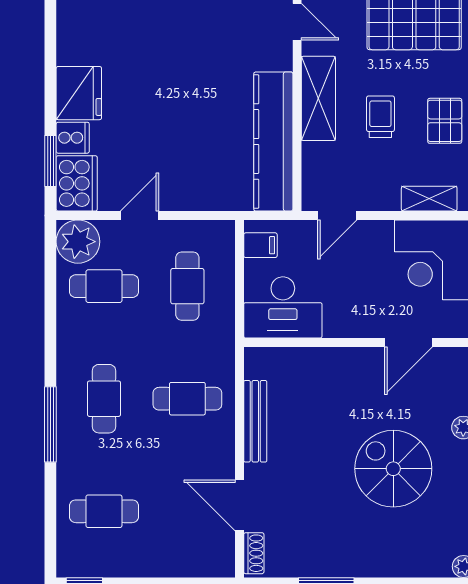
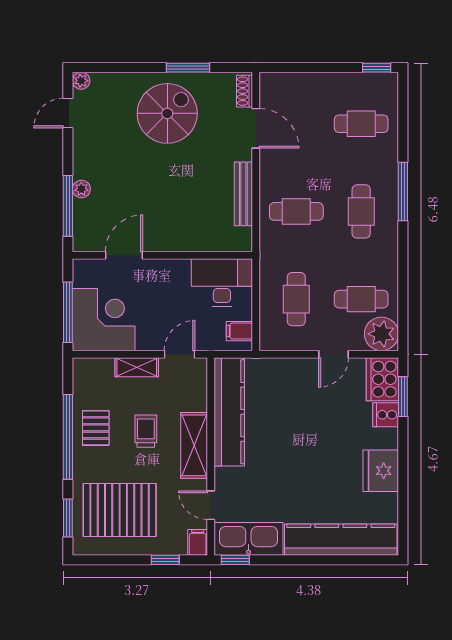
fridge: (79, 93) -> (381, 471), moved
trolley: (380, 117) -> (146, 431), turned 180
shelving: (429, 199) -> (137, 367), moved
spiral stairs: (393, 469) -> (167, 113), moved, turned -90

